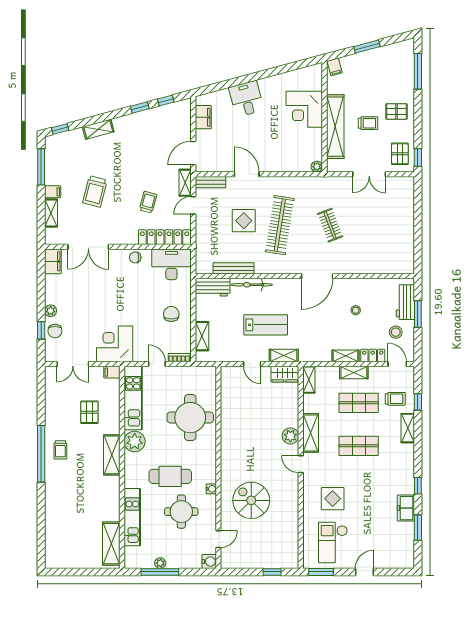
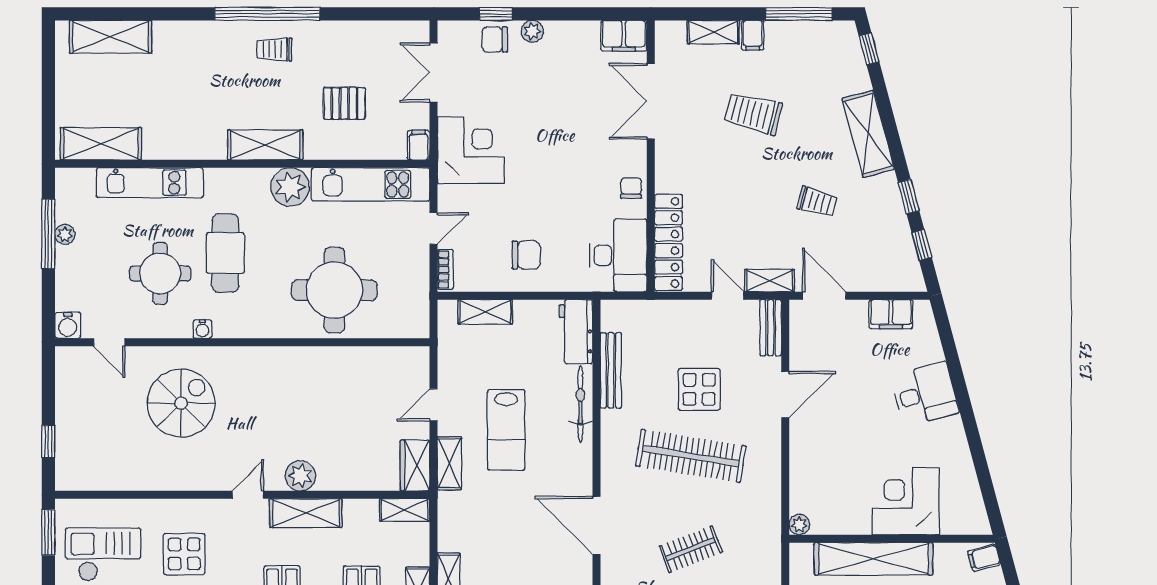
shelving: (98, 129) -> (868, 134), width x1.50, depth x1.33
trolley: (148, 202) -> (817, 202), moved
shelving: (53, 538) -> (111, 37), added

